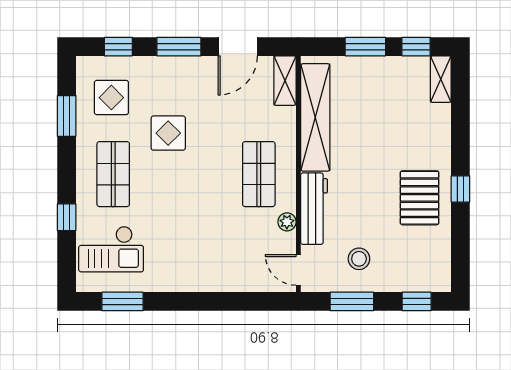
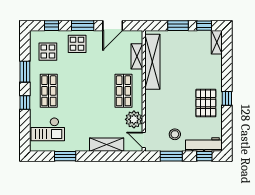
shelving: (285, 81) -> (137, 56), moved
window: (67, 116) -> (25, 72), moved
display table: (168, 133) -> (77, 44), moved
workbench: (314, 209) -> (204, 145), moved, turned -90
window: (67, 217) -> (25, 102), moved
plant: (287, 222) -> (134, 119), width x1.88, depth x1.88
shelving: (226, 279) -> (107, 145), added
window: (122, 301) -> (65, 156), moved

